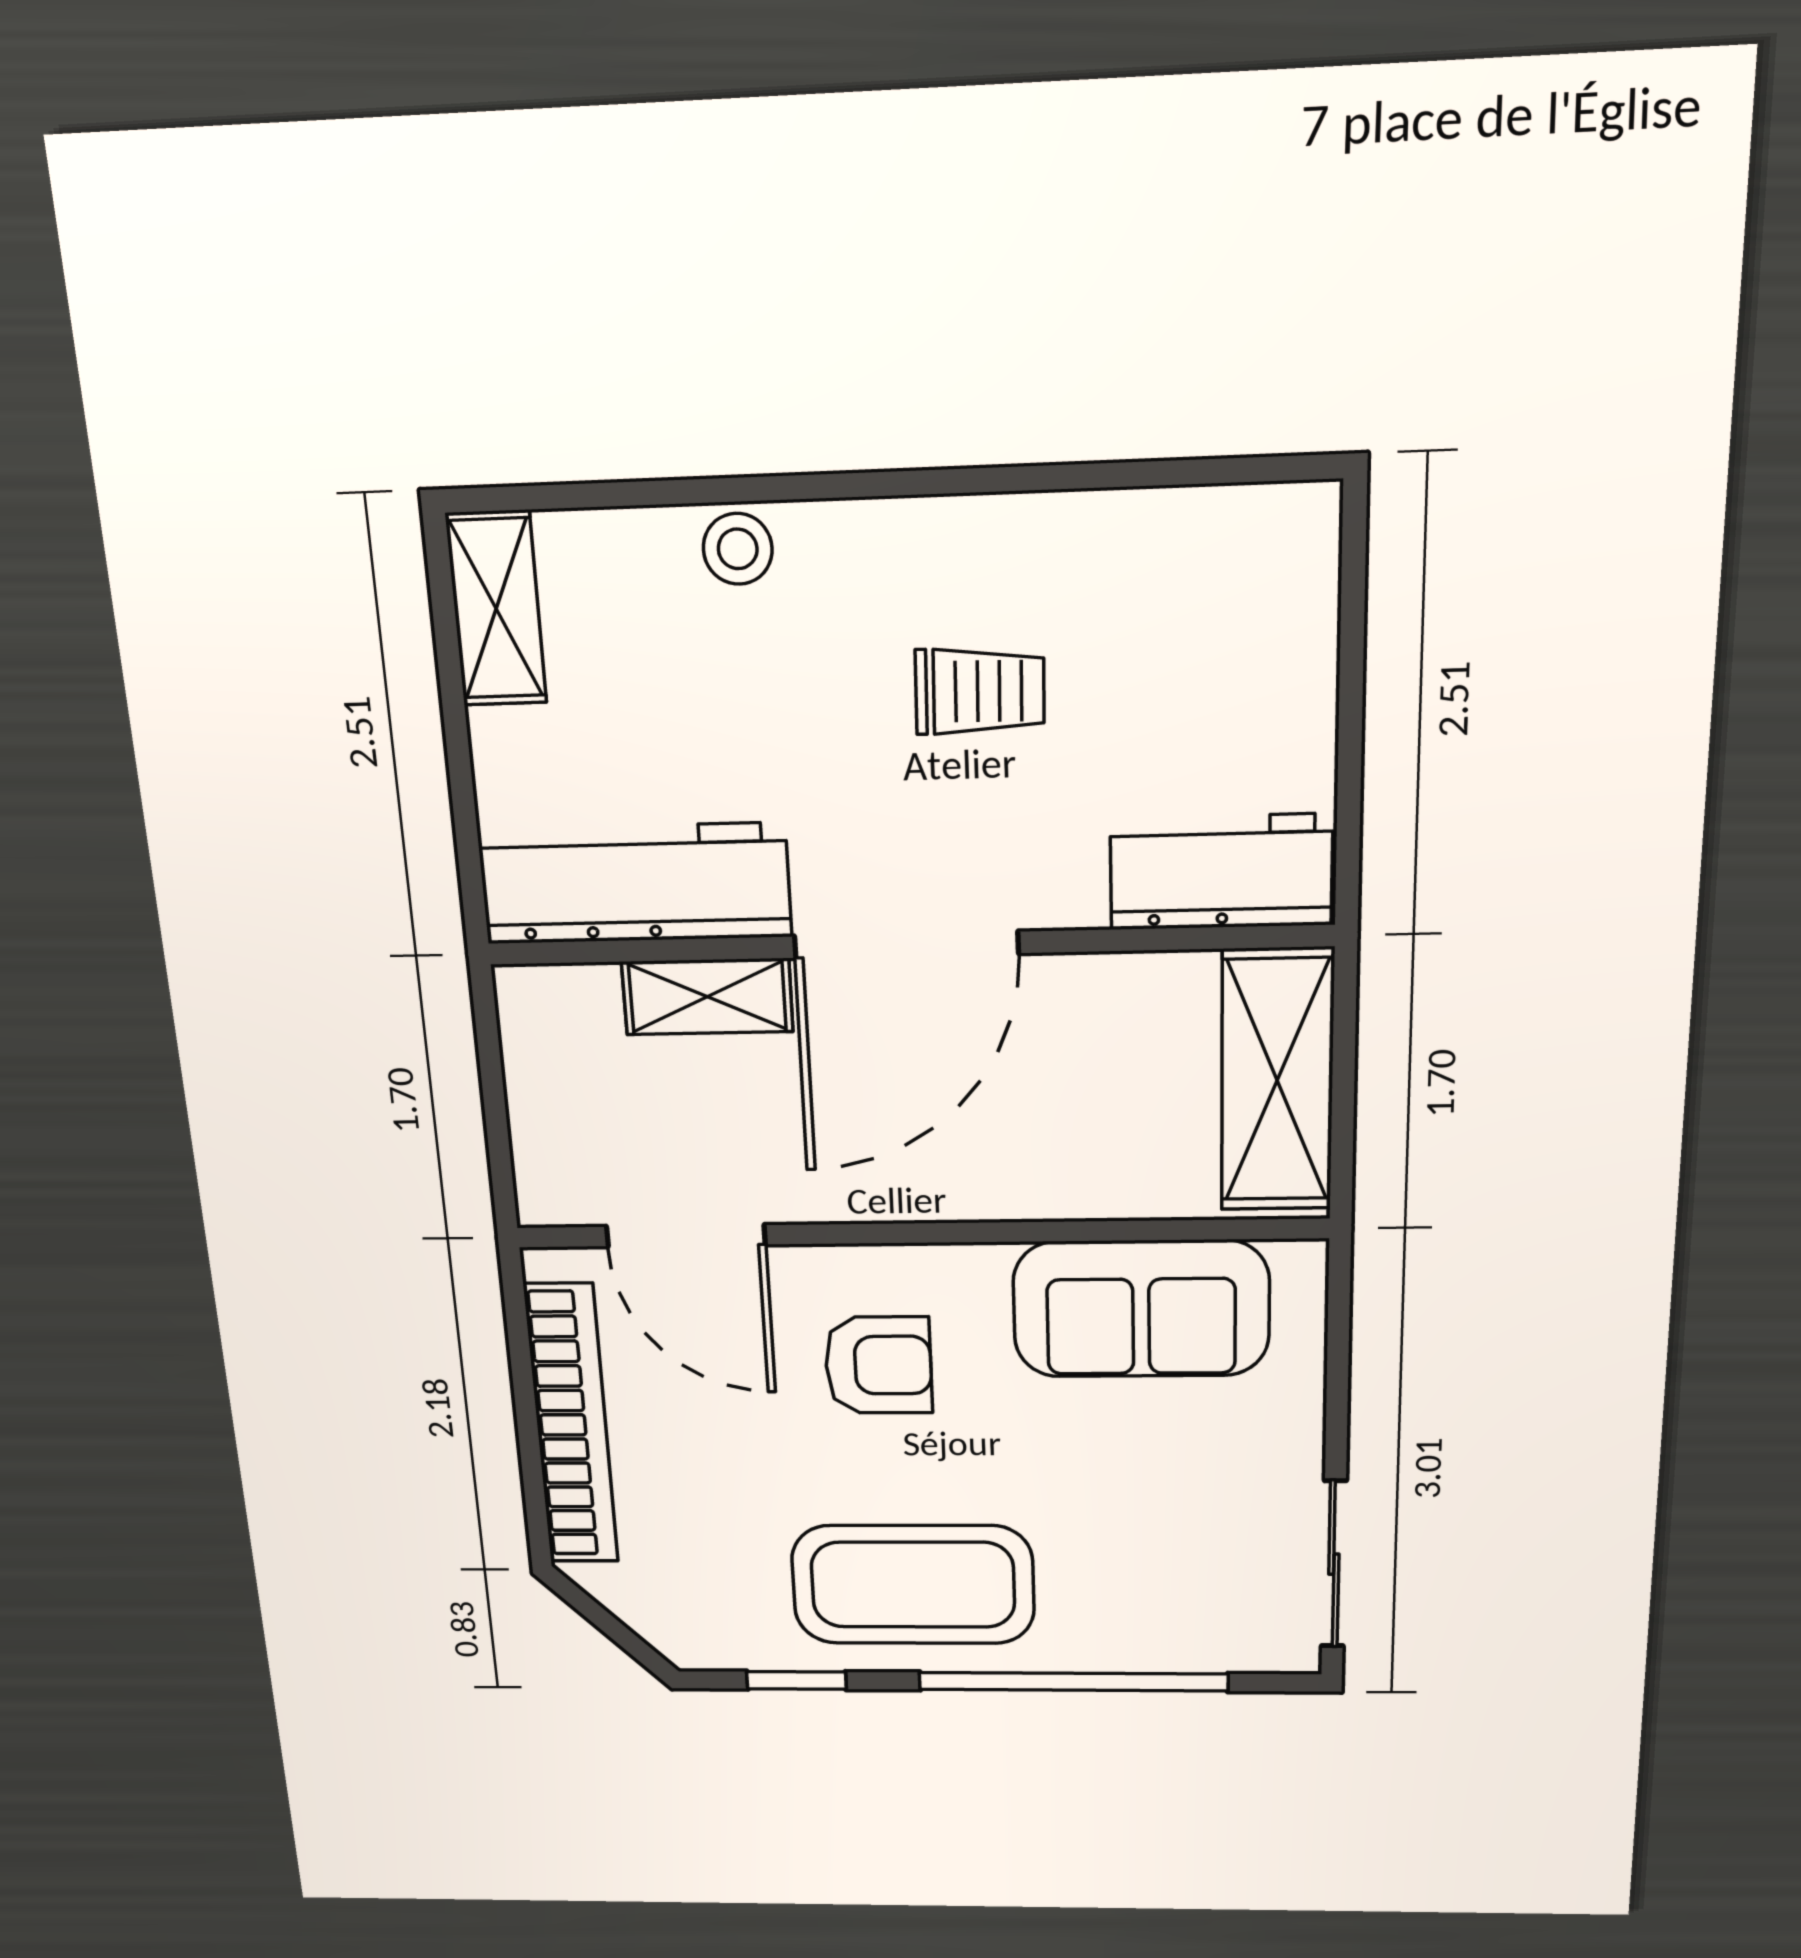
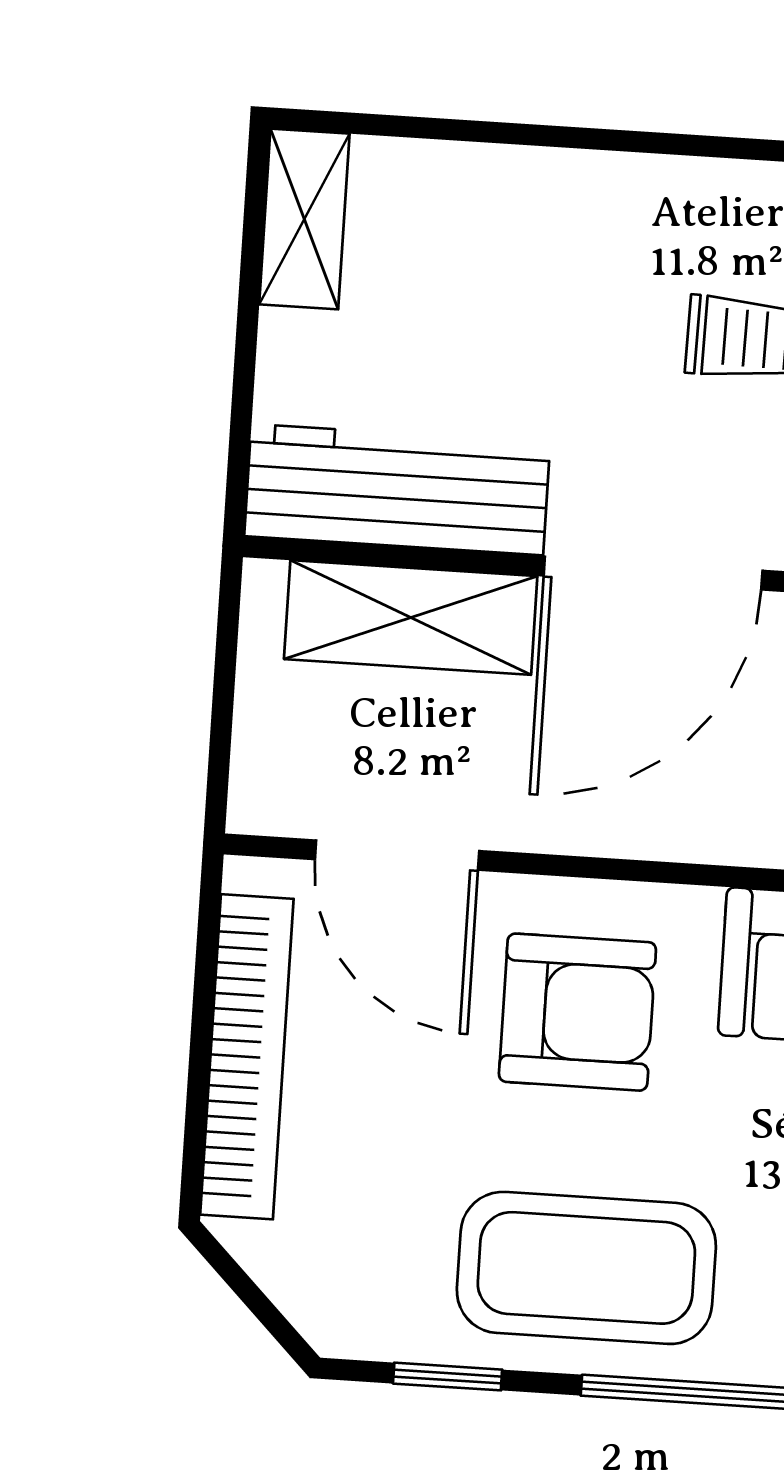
stool: (738, 549) -> (538, 188), removed
shelving: (707, 997) -> (411, 618), width x1.50, depth x1.33
armchair: (878, 1365) -> (577, 1012), width x1.38, depth x1.38

